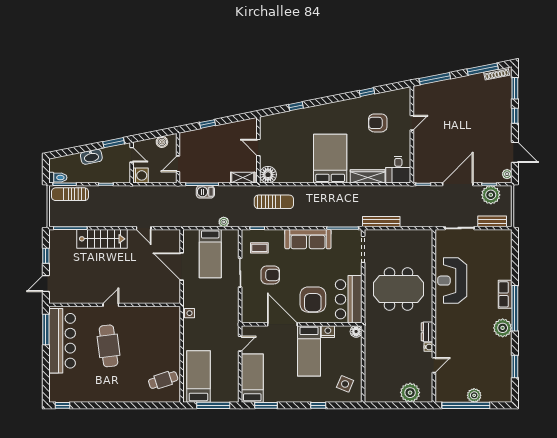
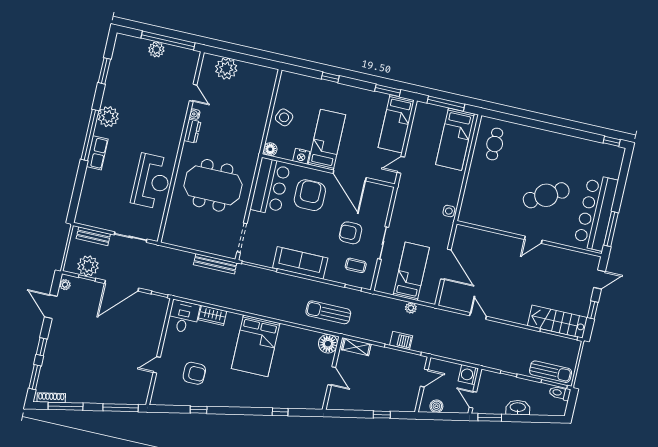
wardrobe: (368, 176) -> (212, 315), width x0.67
plant: (224, 222) -> (411, 308), moved
stairs: (102, 239) -> (557, 322), moved
cafe table: (108, 346) -> (546, 195), turned 67
door: (434, 365) -> (193, 93), swing flipped
cafe table: (163, 380) -> (495, 144), turned -72
side table: (345, 384) -> (284, 117), moved

